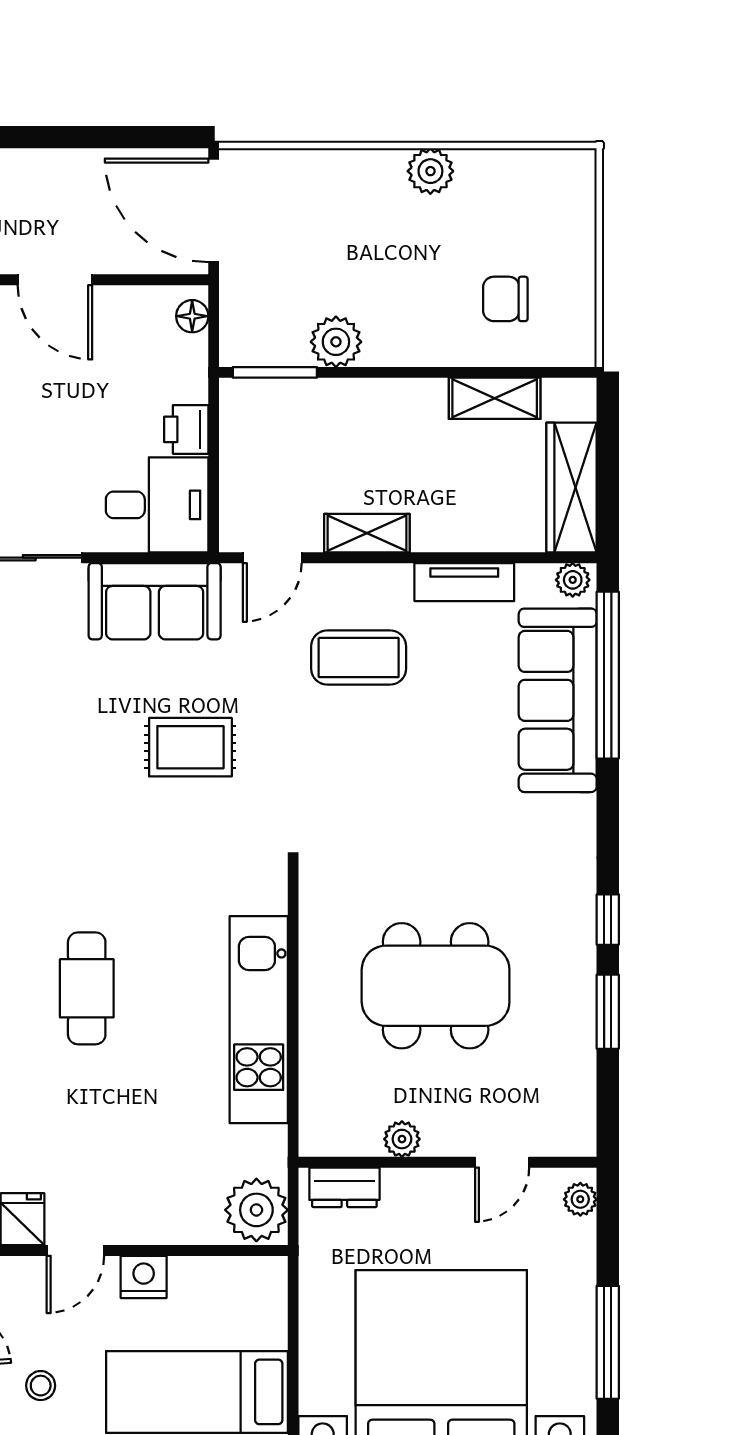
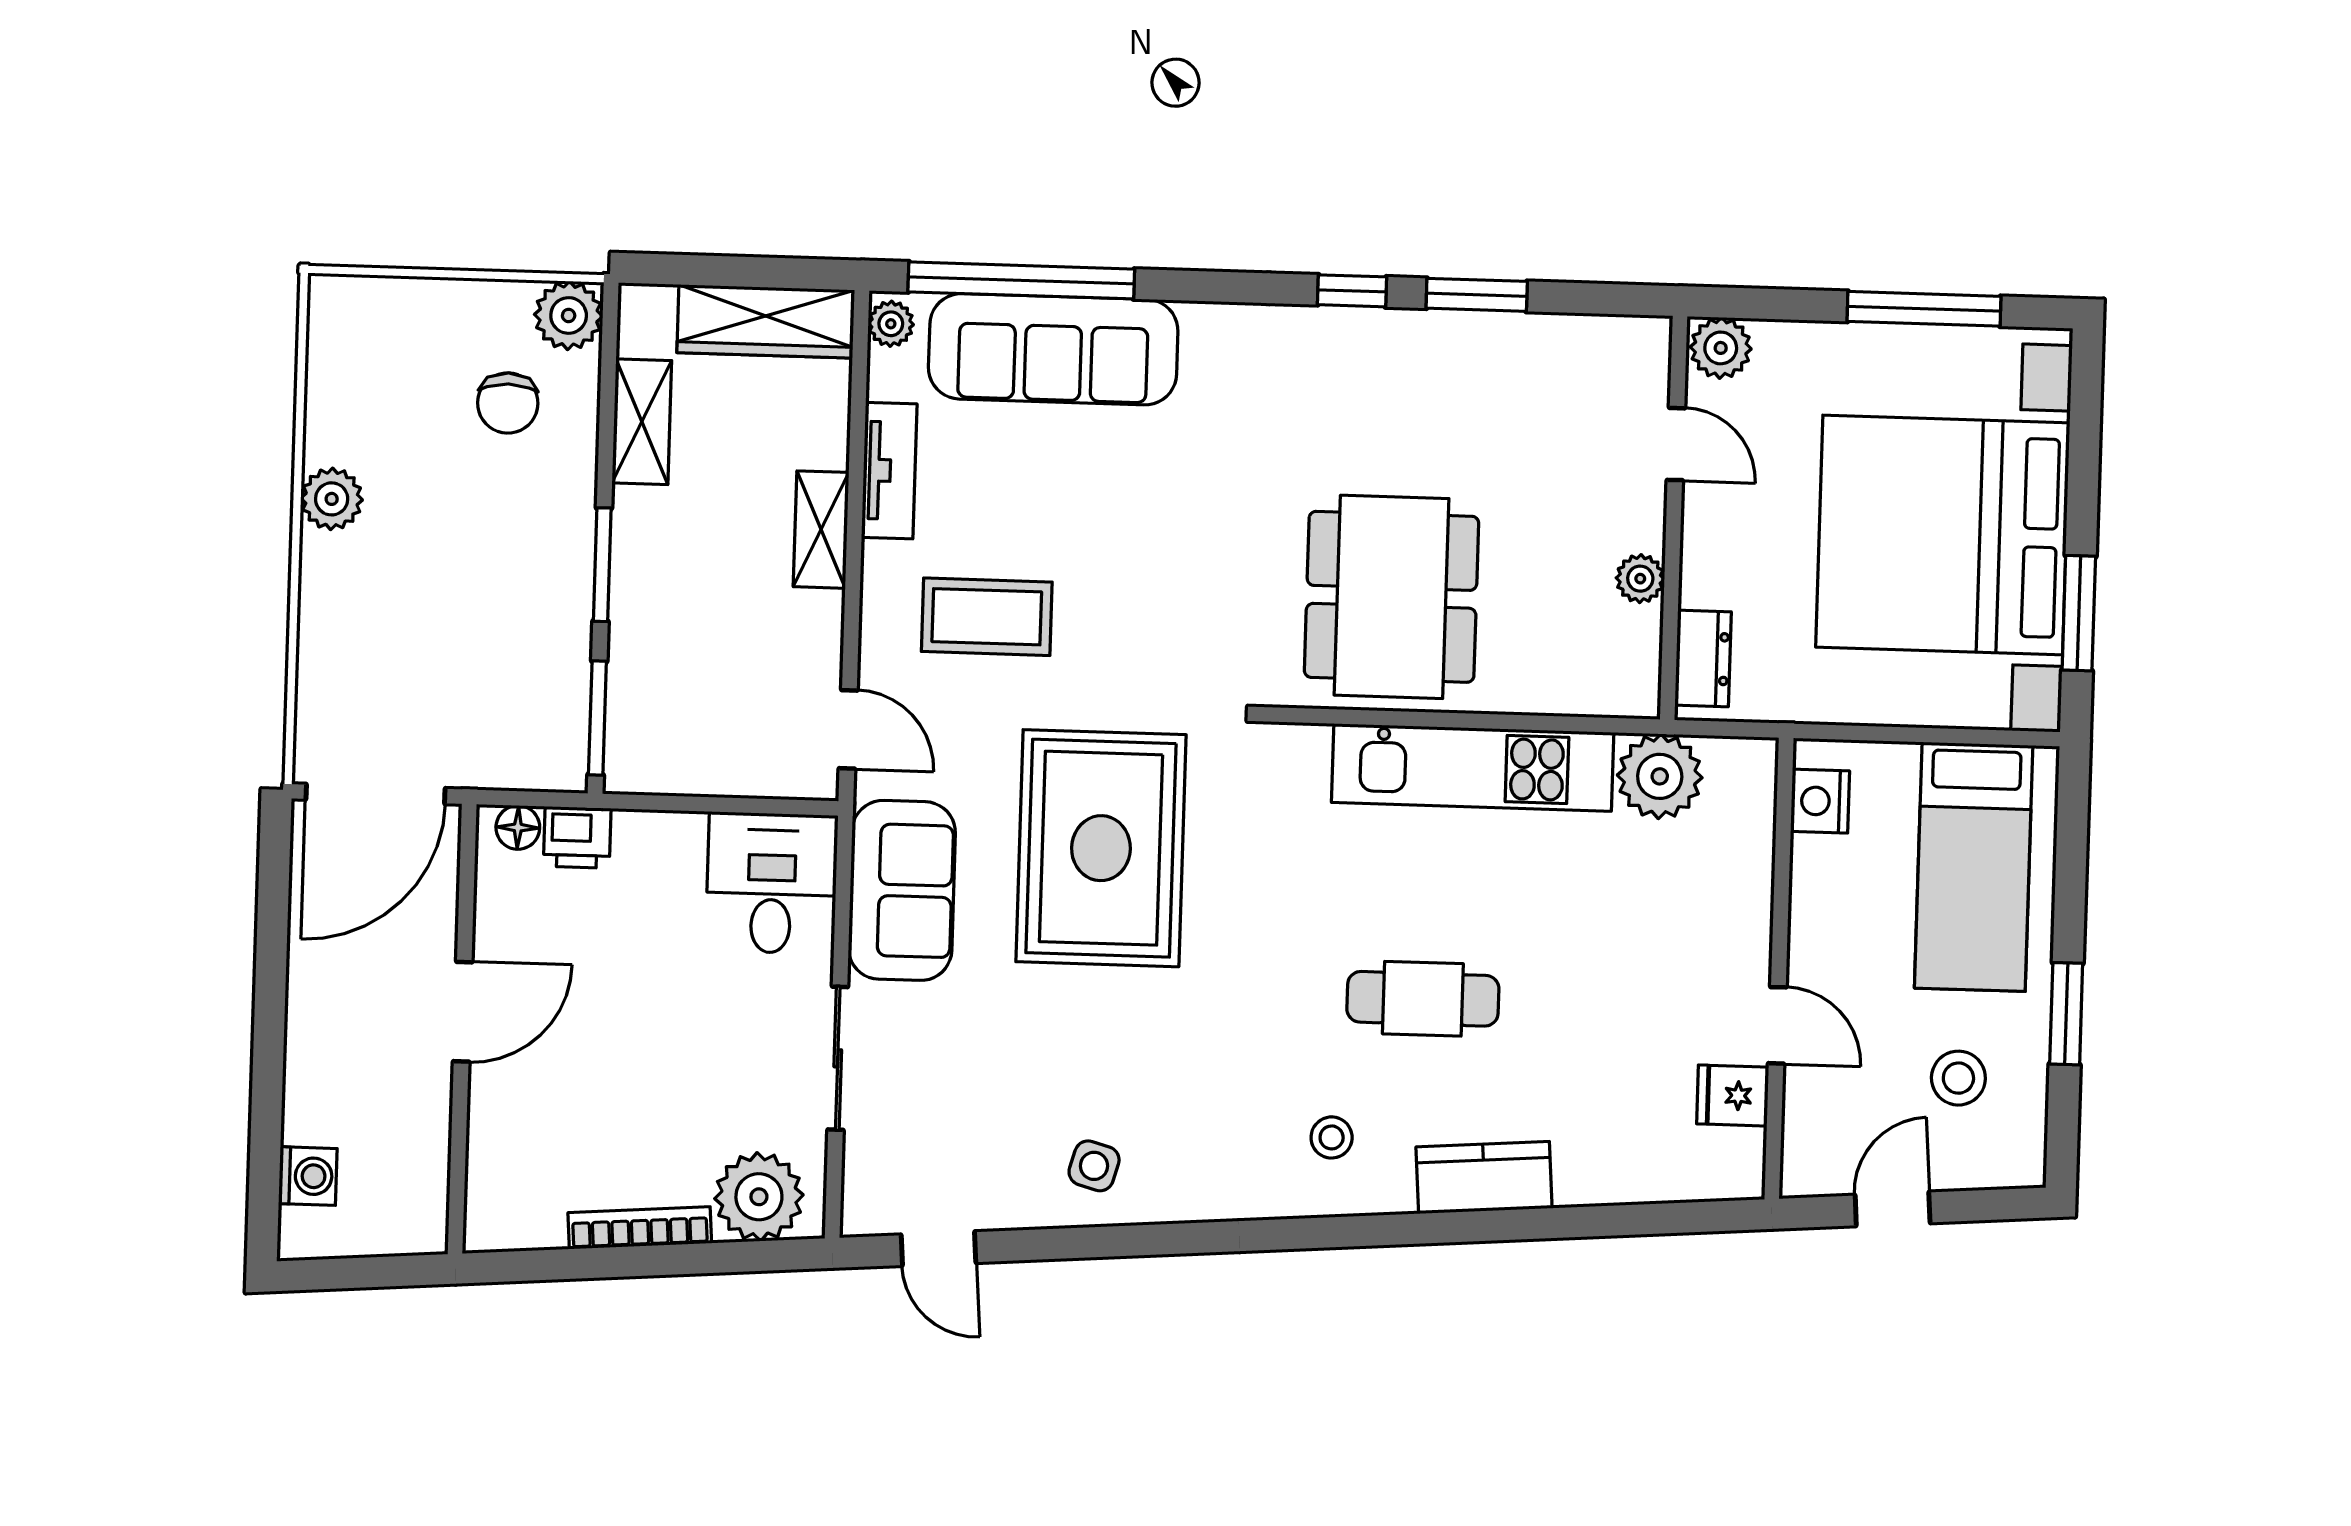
plant: (336, 342) -> (569, 315), moved
window: (388, 372) -> (602, 565), added
printer: (186, 429) -> (577, 837), moved
shelving: (367, 533) -> (821, 530), moved
coffee table: (359, 657) -> (987, 617), turned 90
rug: (190, 747) -> (1101, 848), width x1.86, depth x2.06
dining table: (436, 986) -> (1392, 597), moved
plant: (580, 1199) -> (1721, 348), width x1.38, depth x1.38
plant: (256, 1210) -> (1660, 776), moved
nightstand: (144, 1277) -> (1820, 801), moved
stool: (41, 1386) -> (1958, 1078), width x1.37, depth x1.37

